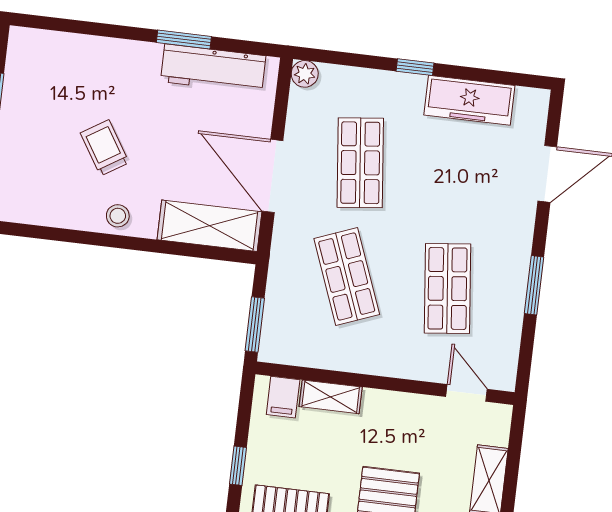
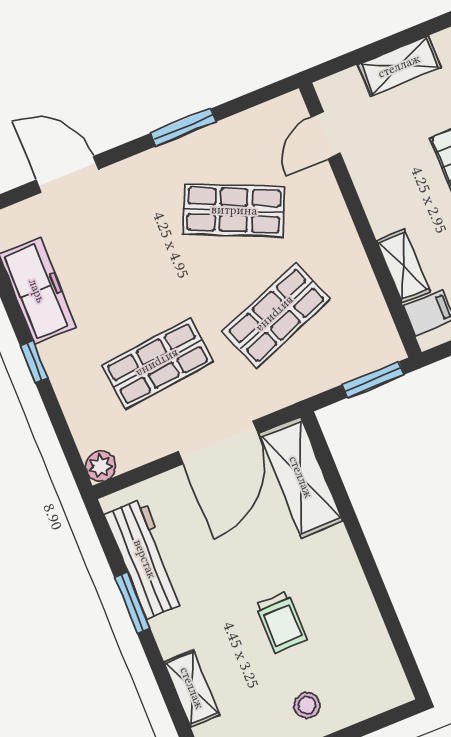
shelving: (92, 49) -> (192, 688), added
trolley: (105, 148) -> (281, 622), turned -58
stool: (118, 216) -> (307, 705), moved
shop shelf: (447, 289) -> (234, 210), turned 30

